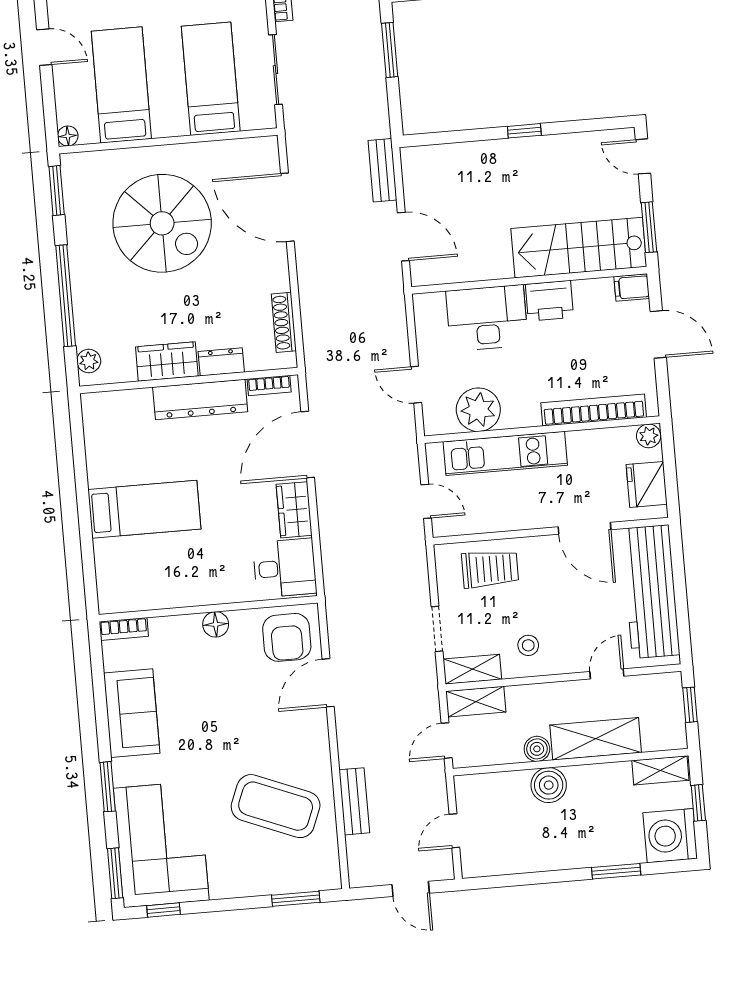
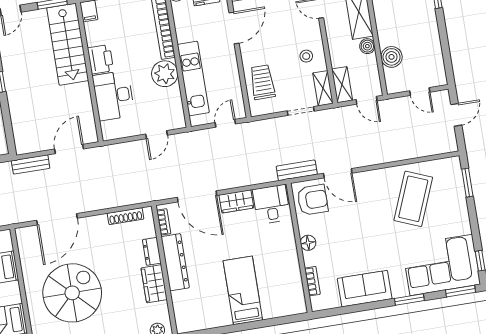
plant: (478, 410) -> (165, 74), moved
bookcase: (124, 629) -> (312, 281), moved
boiler: (549, 785) -> (392, 57), moved
bench: (354, 801) -> (297, 170), moved

